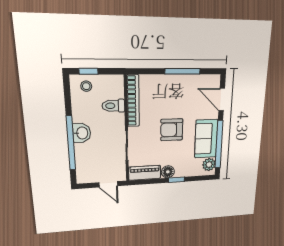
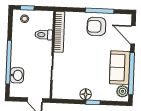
armchair: (172, 130) -> (96, 26), moved
washbasin: (82, 133) -> (17, 75), moved
piano: (145, 173) -> (66, 93), removed

